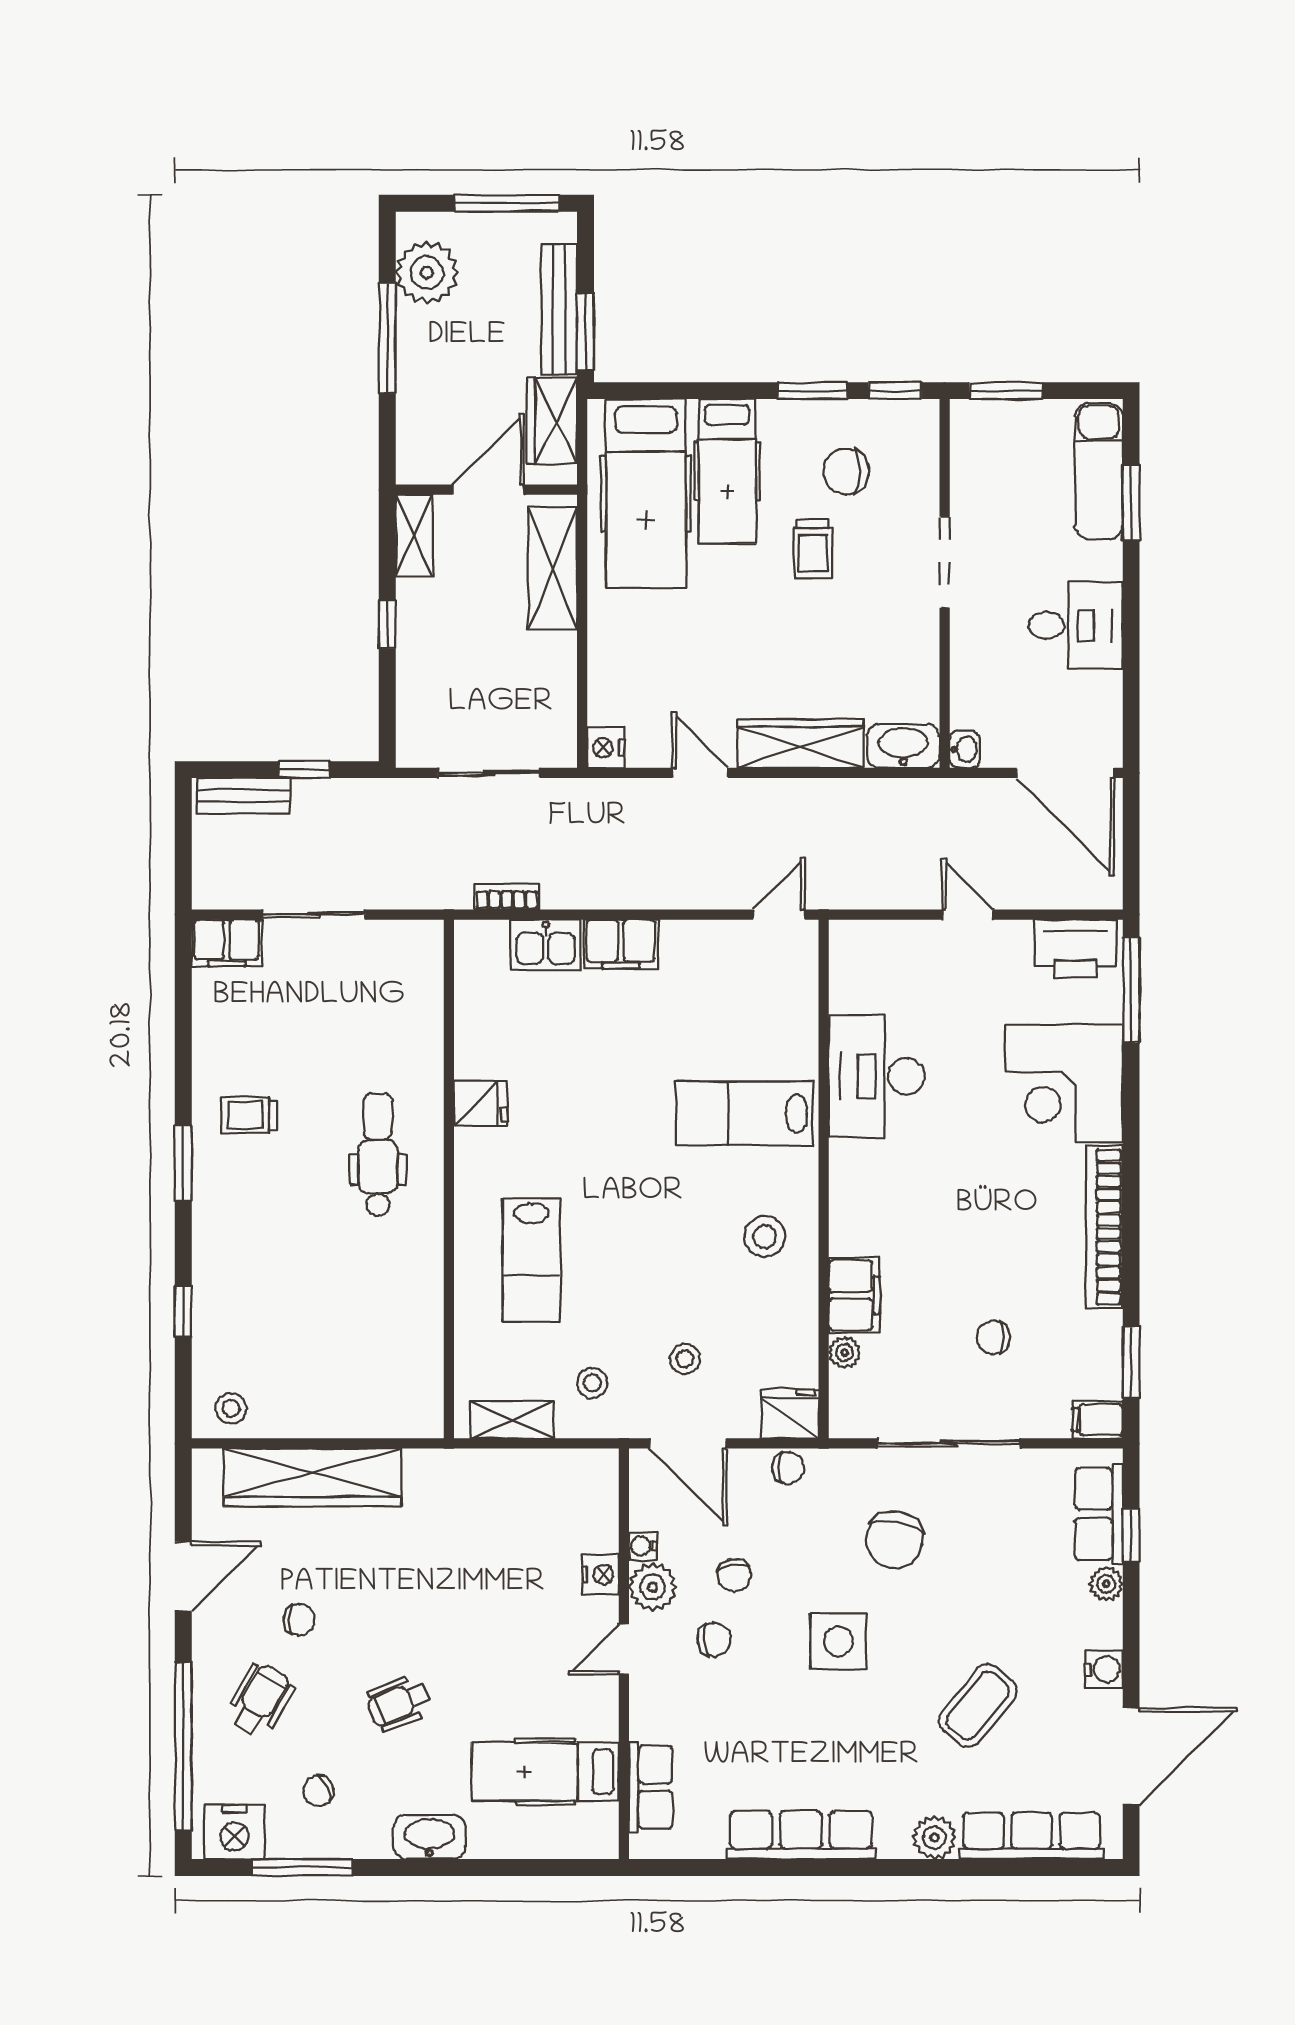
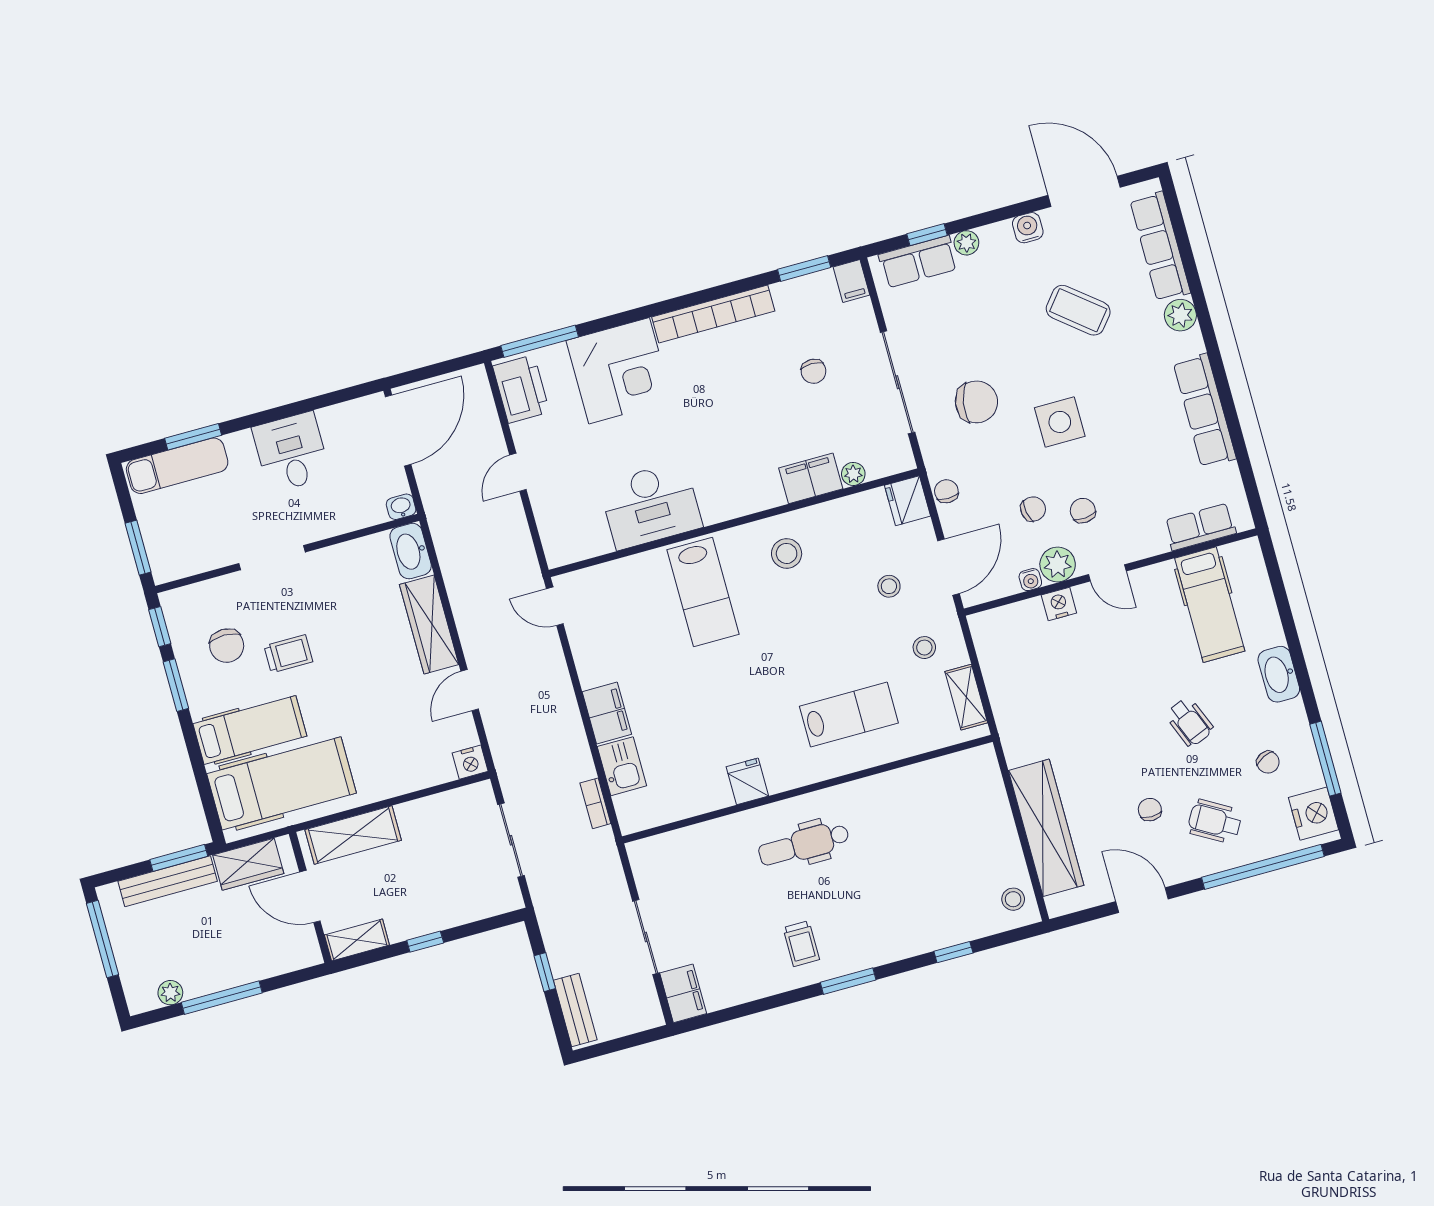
plant: (427, 273) -> (170, 993), width x0.53, depth x0.53

